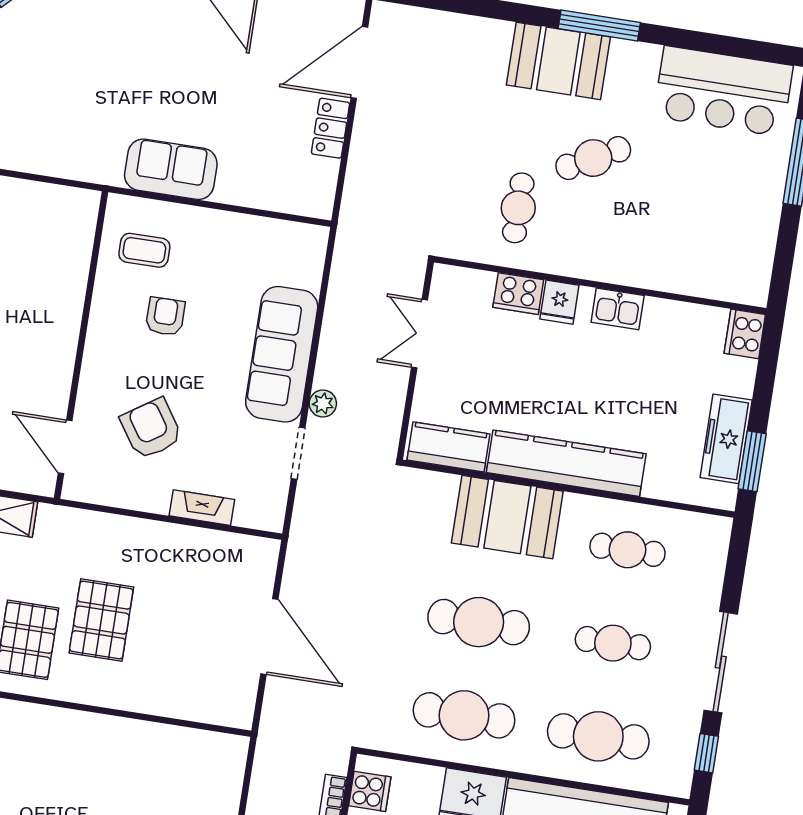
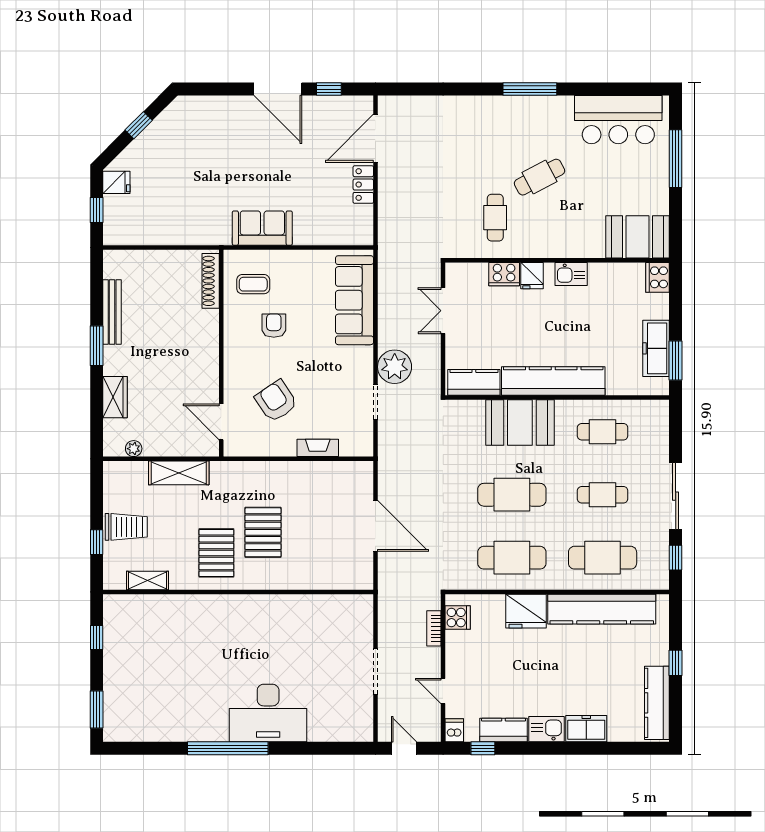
booth: (558, 61) -> (637, 237), moved
shoe rack: (82, 235) -> (211, 281), added
sofa: (282, 354) -> (354, 300), moved
plant: (323, 404) -> (395, 367), width x1.88, depth x1.88

